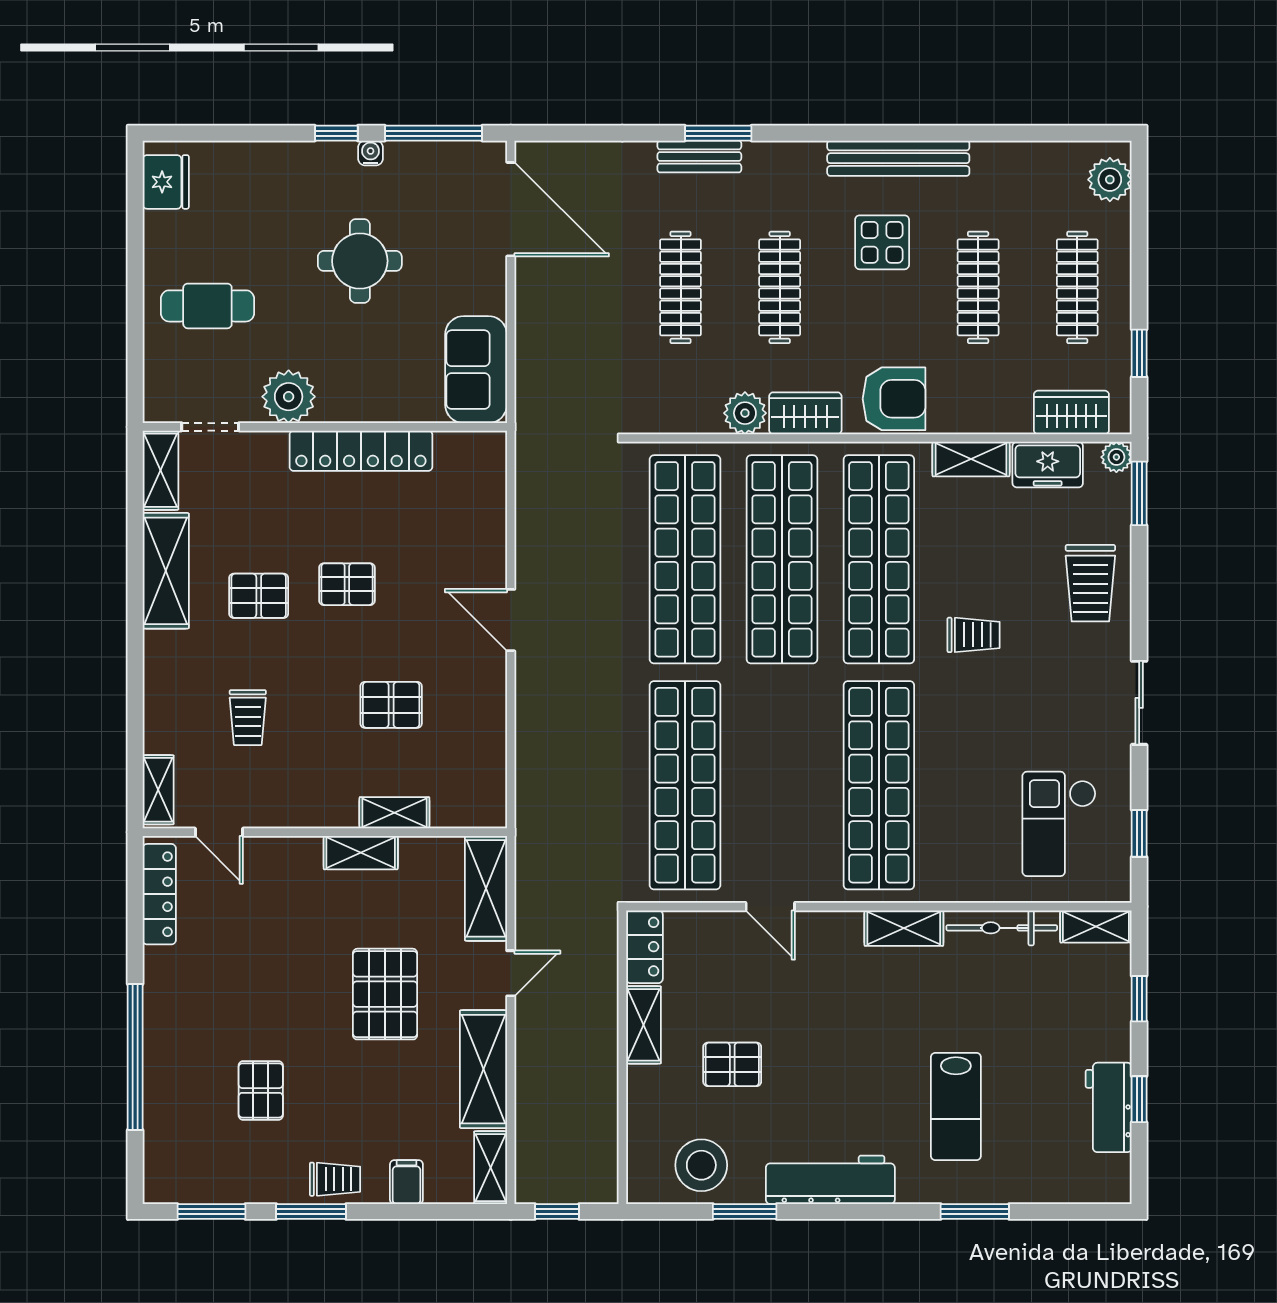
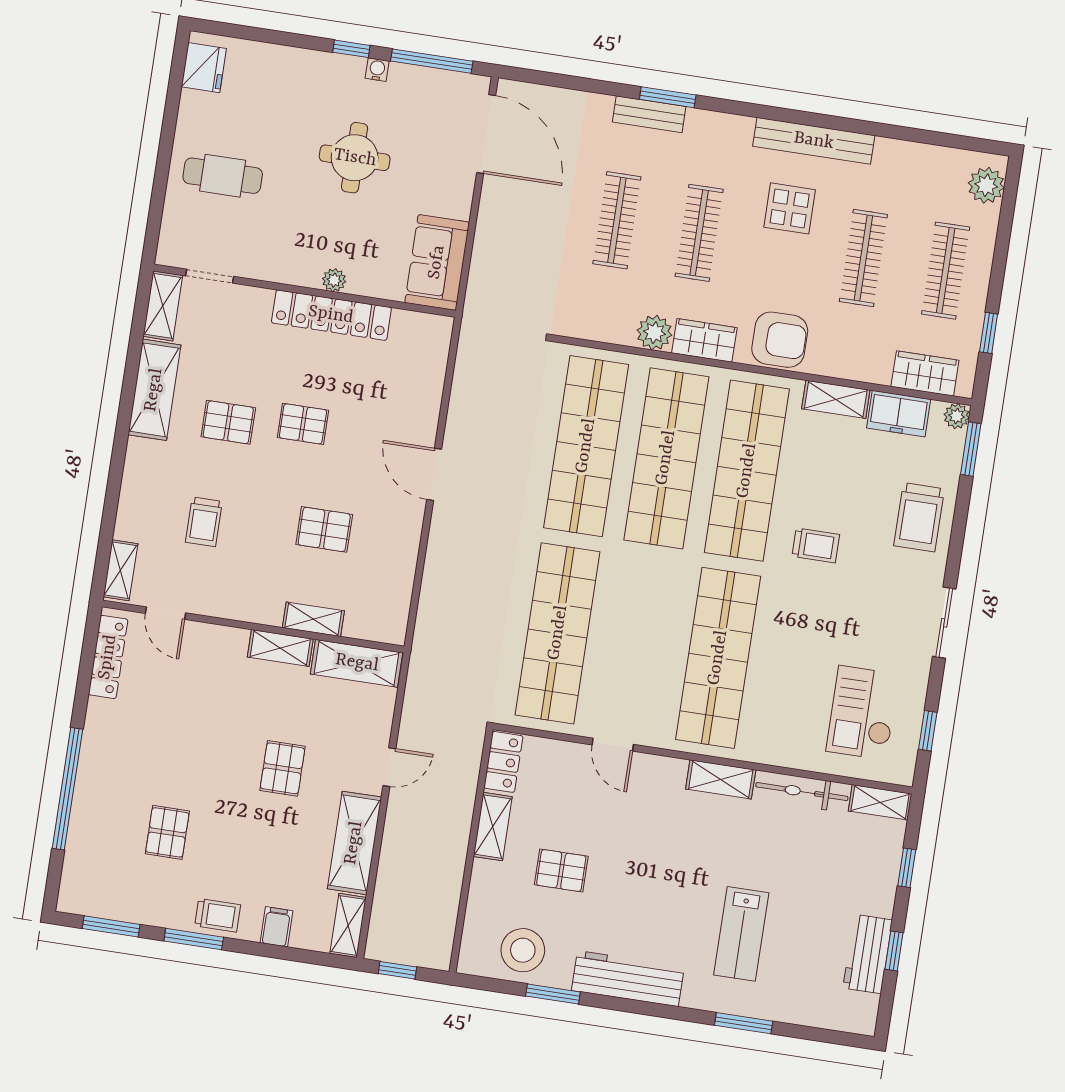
plant: (289, 397) -> (334, 280), moved, width x0.53, depth x0.53
shelving: (486, 888) -> (357, 663), moved, turned 90
pallet: (385, 994) -> (283, 768), width x0.67, depth x0.71

